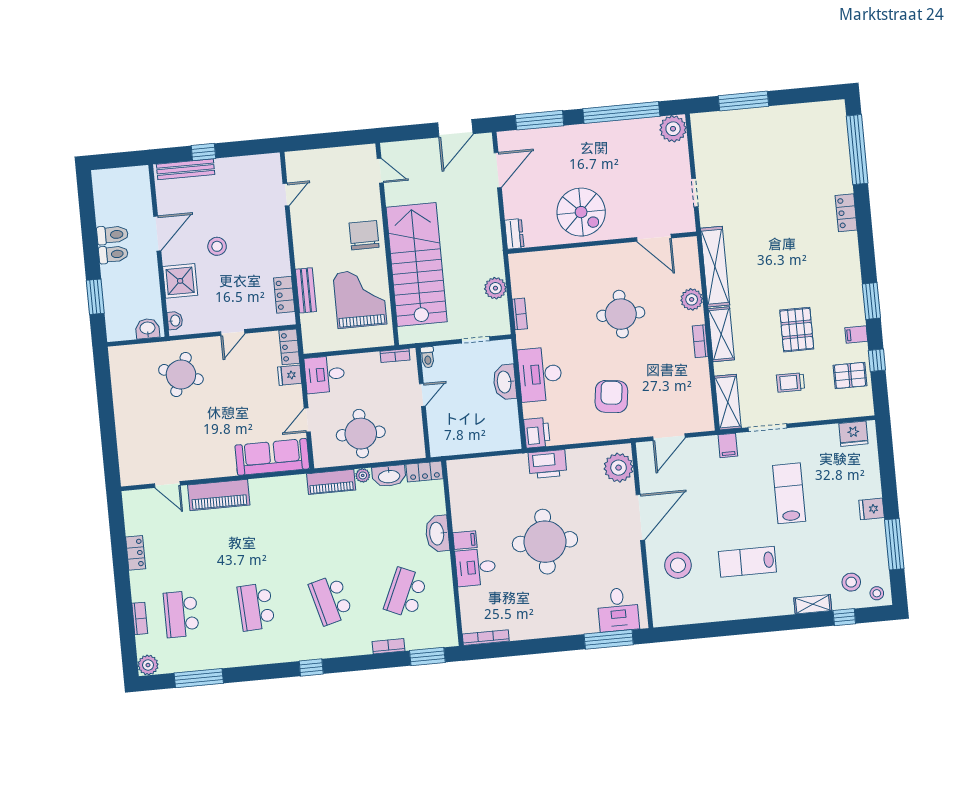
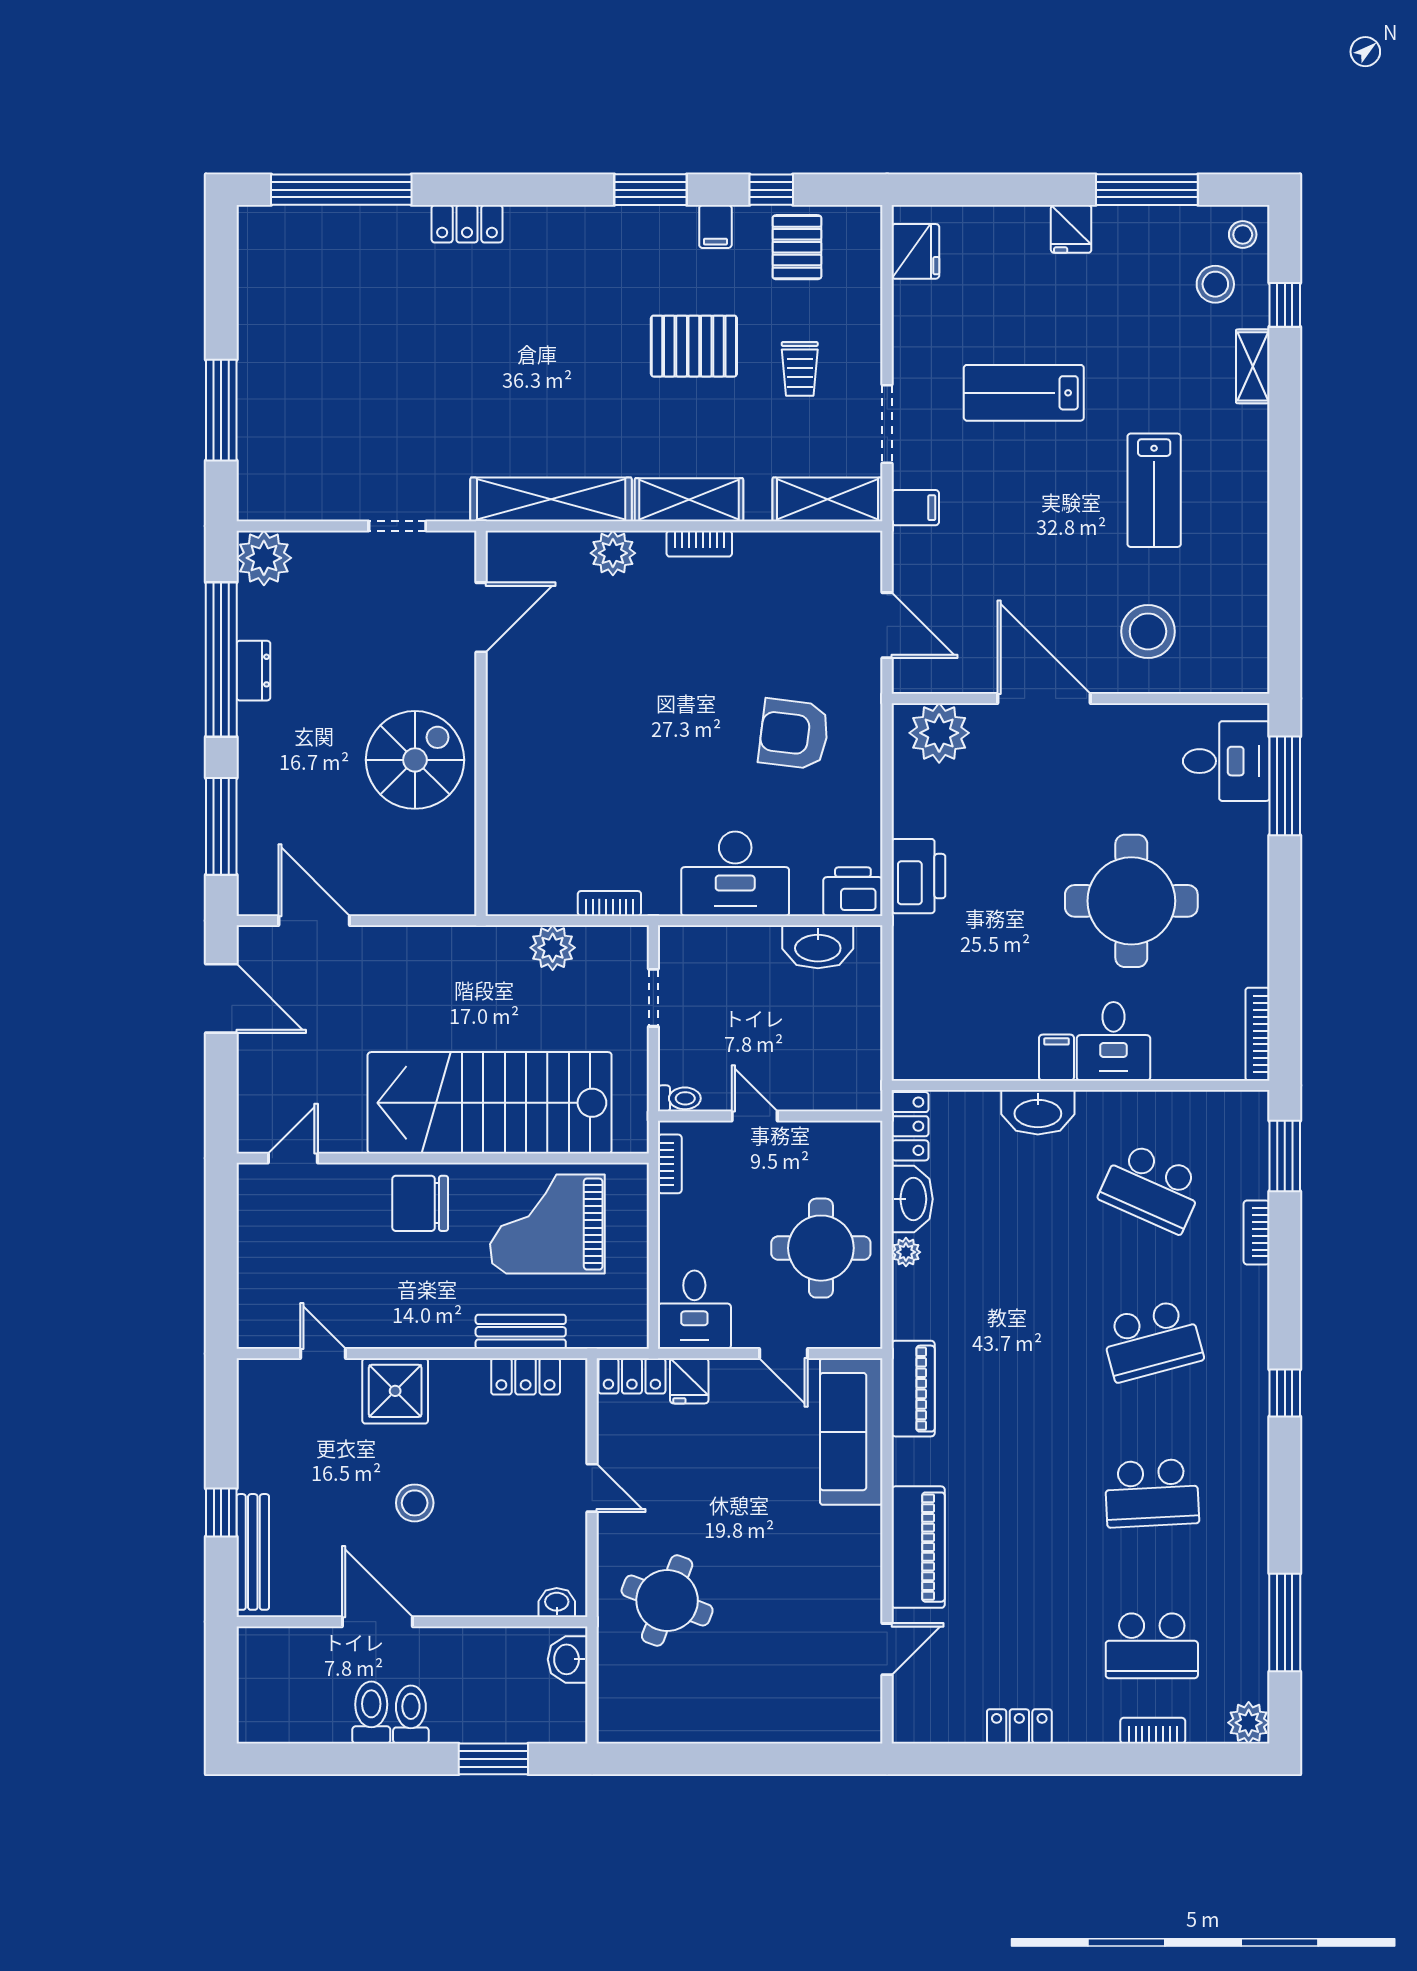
dresser: (514, 234) -> (253, 671), moved, turned 90
shower: (180, 281) -> (395, 1391), moved
round table: (621, 314) -> (629, 699), removed
washbasin: (505, 382) -> (818, 947), moved
piano: (331, 482) -> (913, 1389), moved
round table: (545, 542) -> (1131, 901), moved

